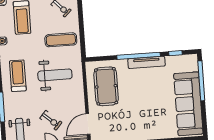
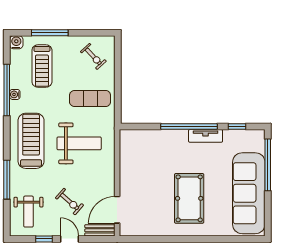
tv unit: (146, 62) -> (206, 136), width x0.71
treadmill: (18, 76) -> (31, 141), width x1.37, depth x1.37
pool table: (106, 86) -> (189, 198), moved

